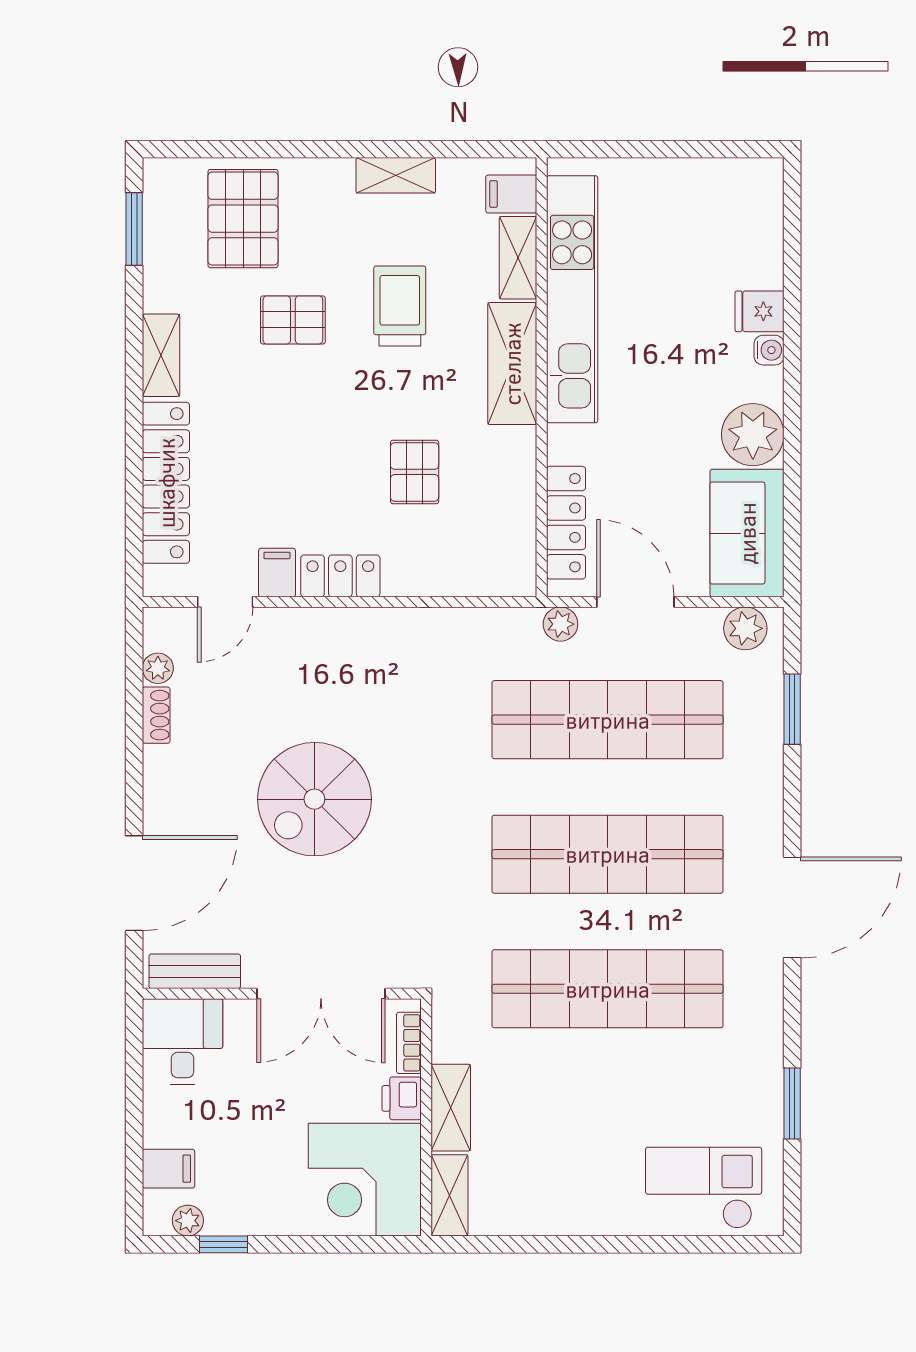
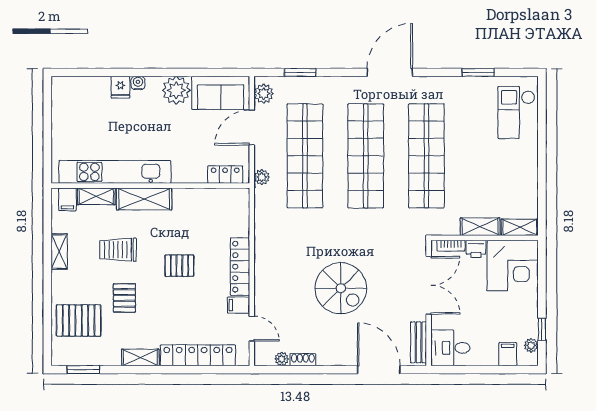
pallet: (415, 472) -> (179, 266), moved
locker: (566, 523) -> (225, 175), width x0.66
locker: (340, 576) -> (240, 267), width x1.53
door: (635, 602) -> (252, 128), moved
door: (792, 908) -> (390, 72), hinge flipped

